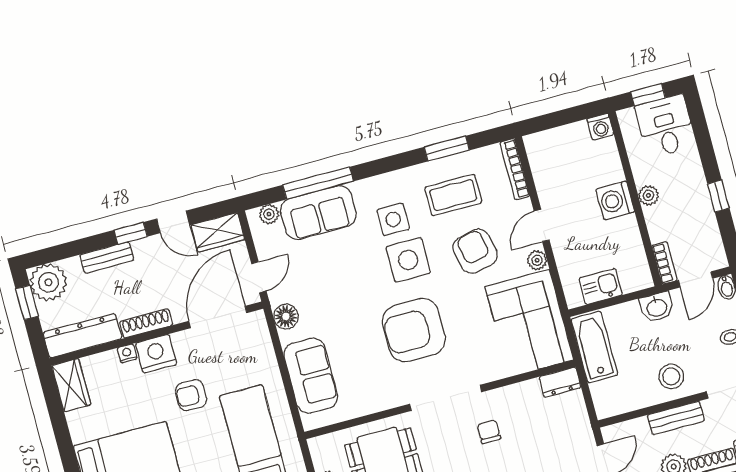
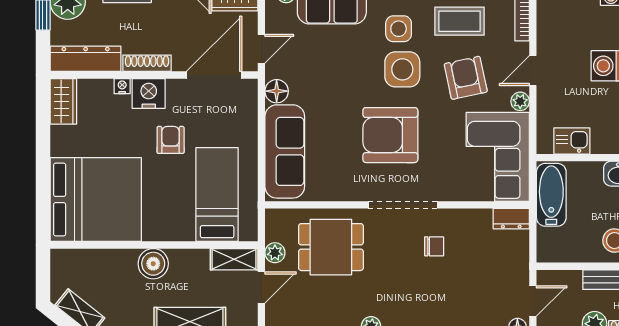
sofa: (311, 376) -> (285, 151), width x1.36
armchair: (191, 395) -> (171, 140), turned 90
chair: (489, 432) -> (434, 246), turned 90

